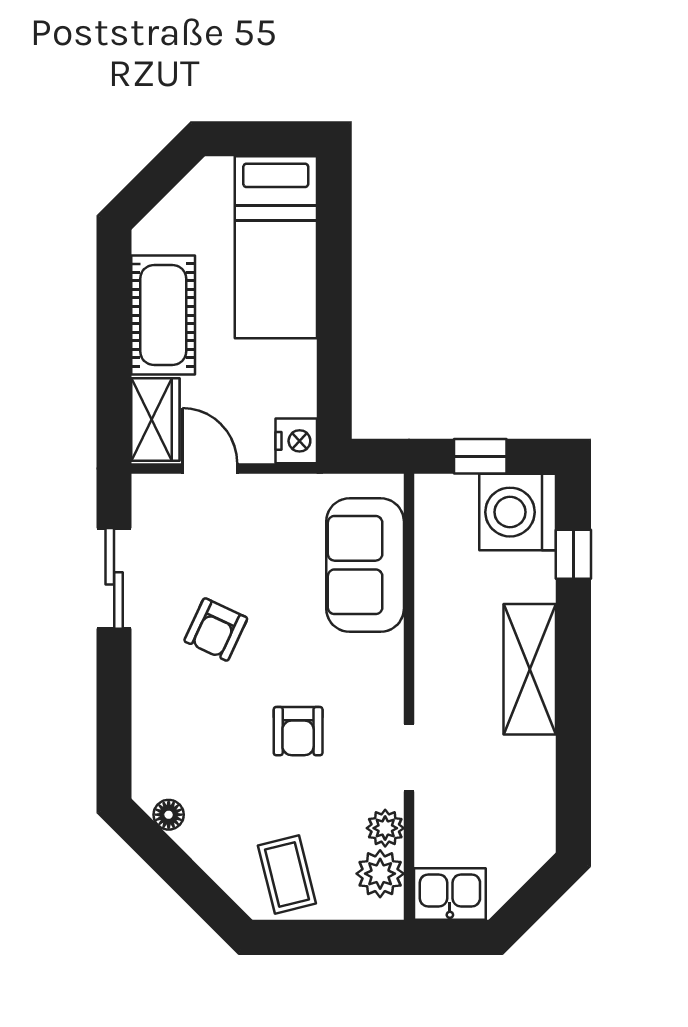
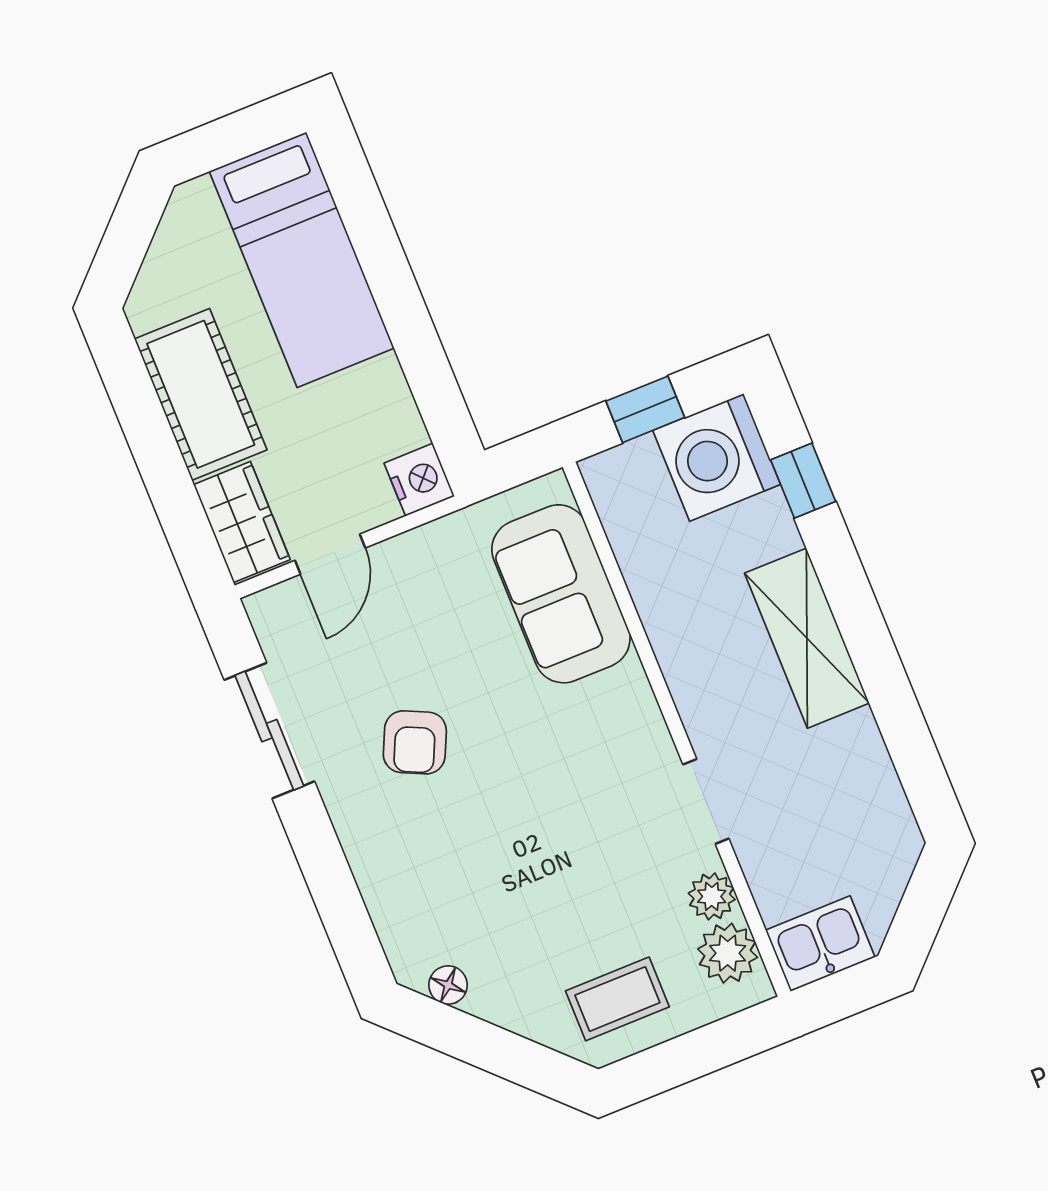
door: (210, 469) -> (330, 554), swing flipped
armchair: (298, 731) -> (561, 823), removed
coffee table: (287, 875) -> (617, 999), turned -76

